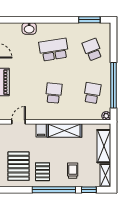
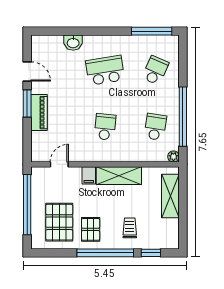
window: (89, 20) -> (152, 31), width x1.44
school desk: (92, 50) -> (155, 70), turned 45
shelving: (105, 175) -> (172, 234), removed

